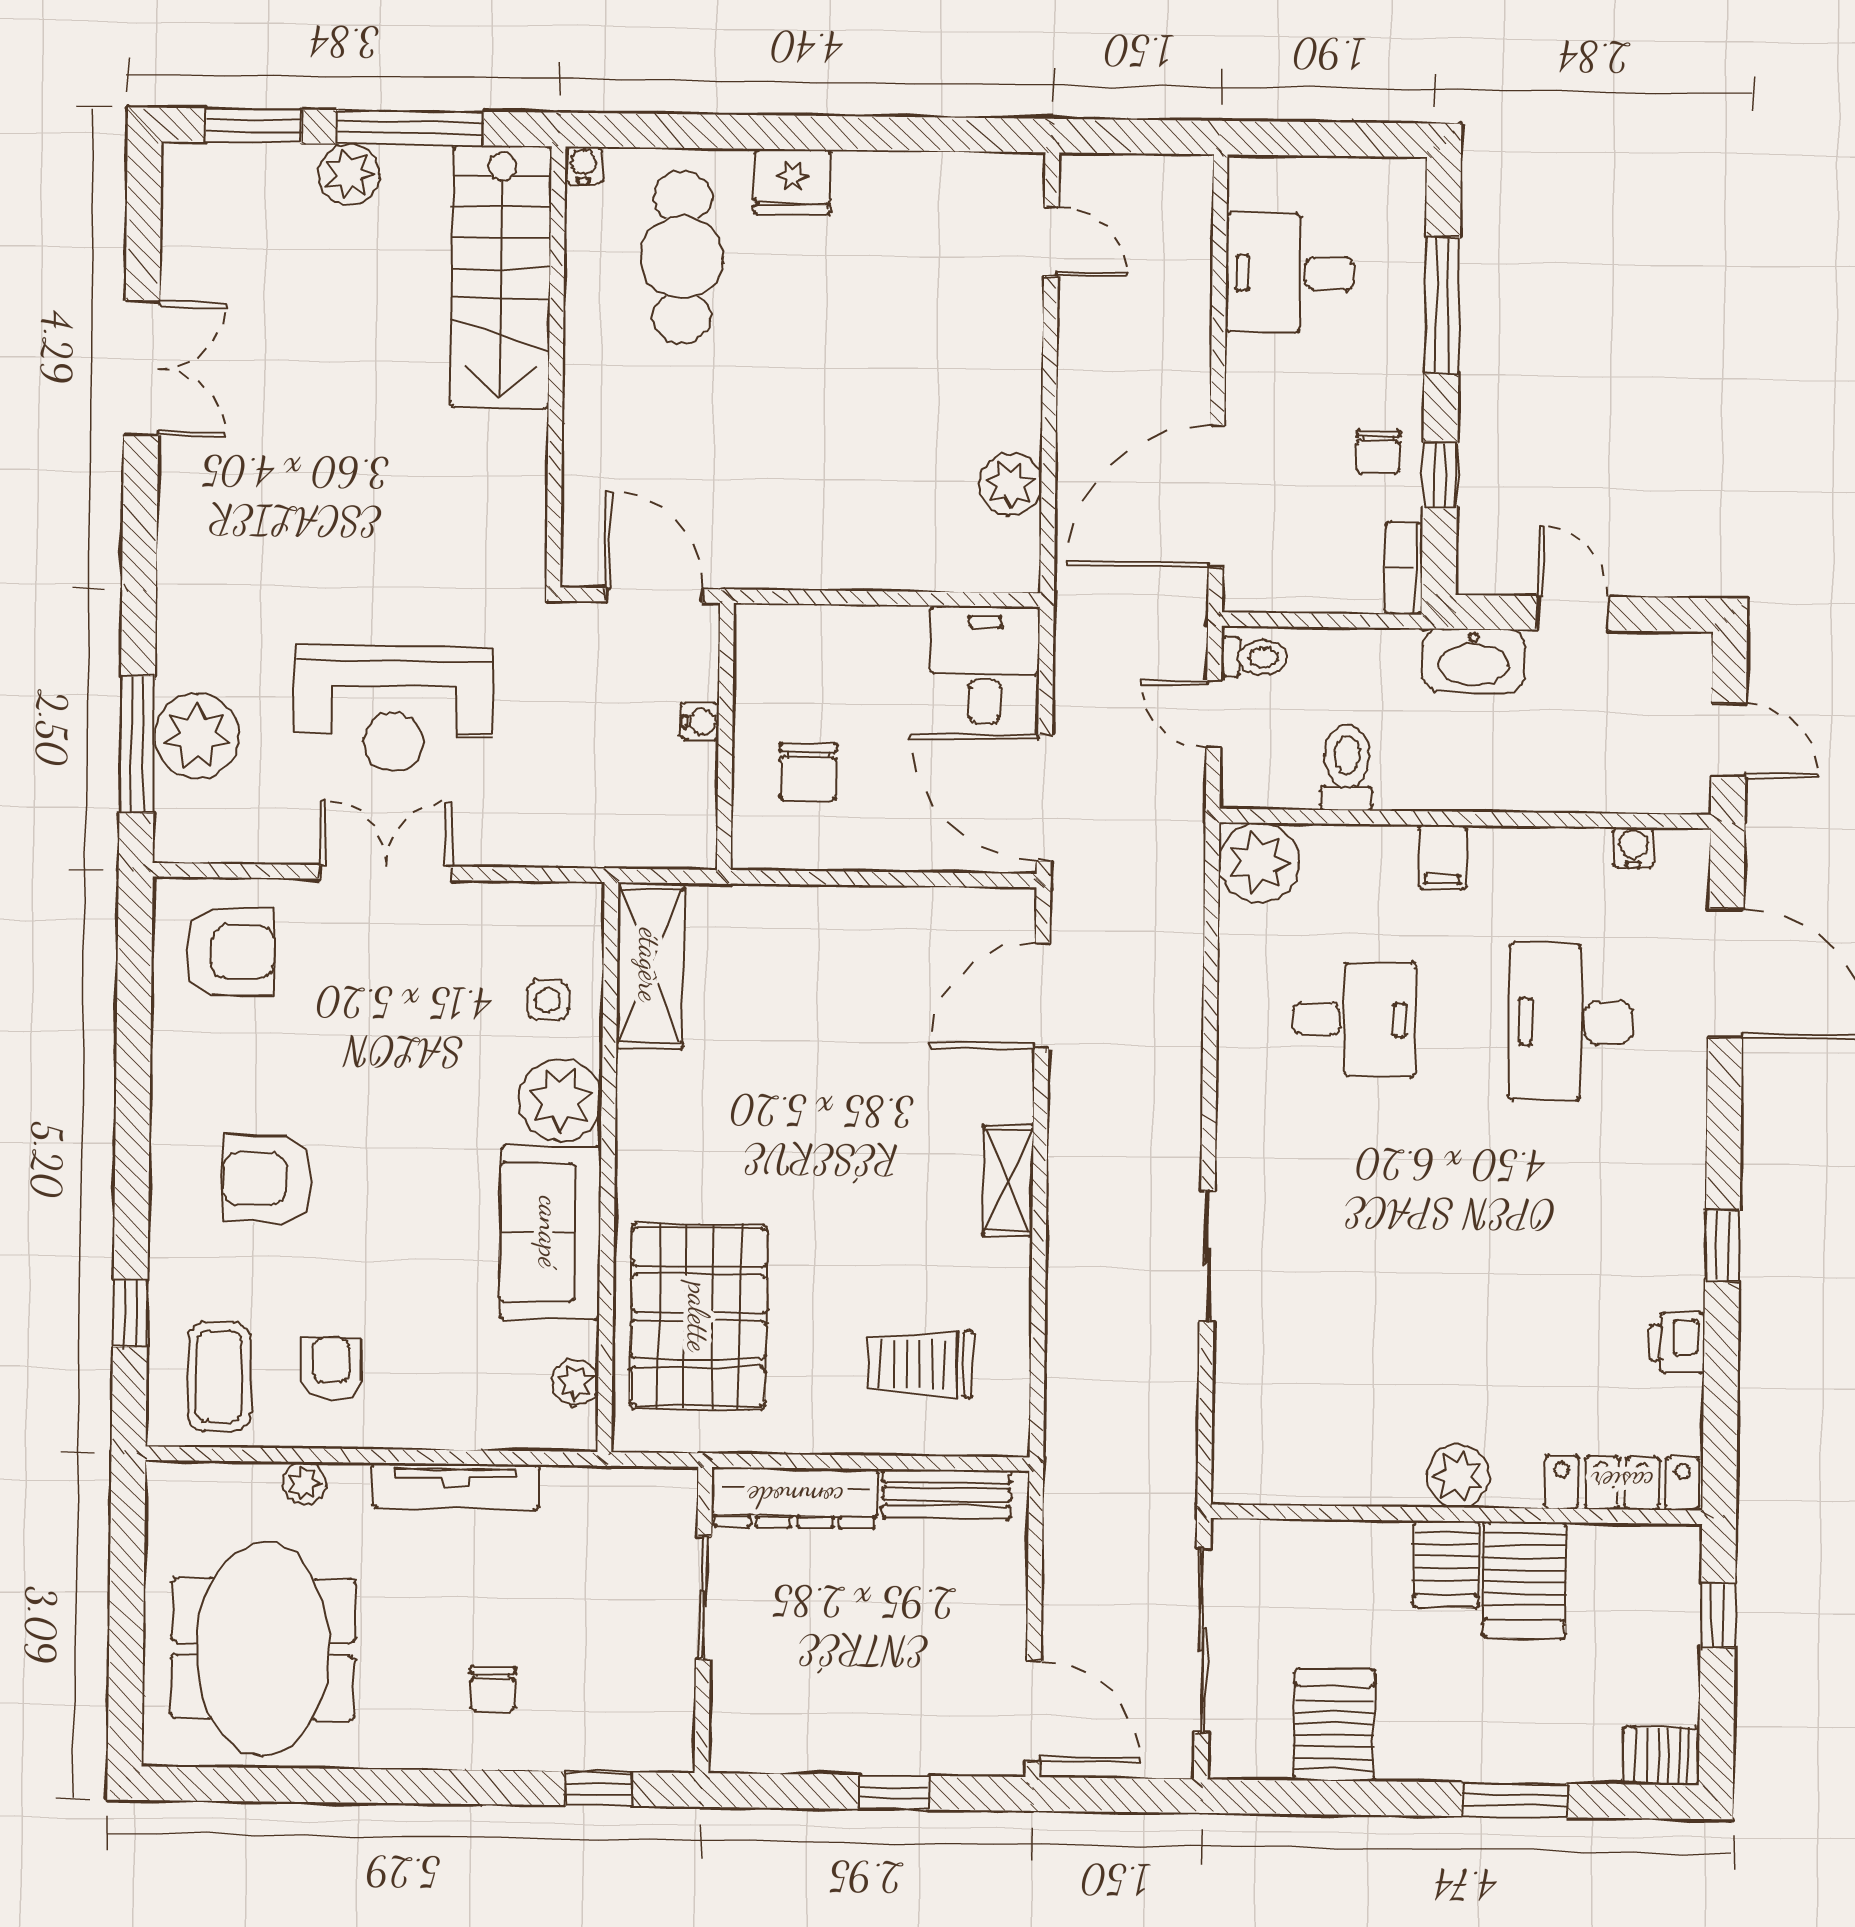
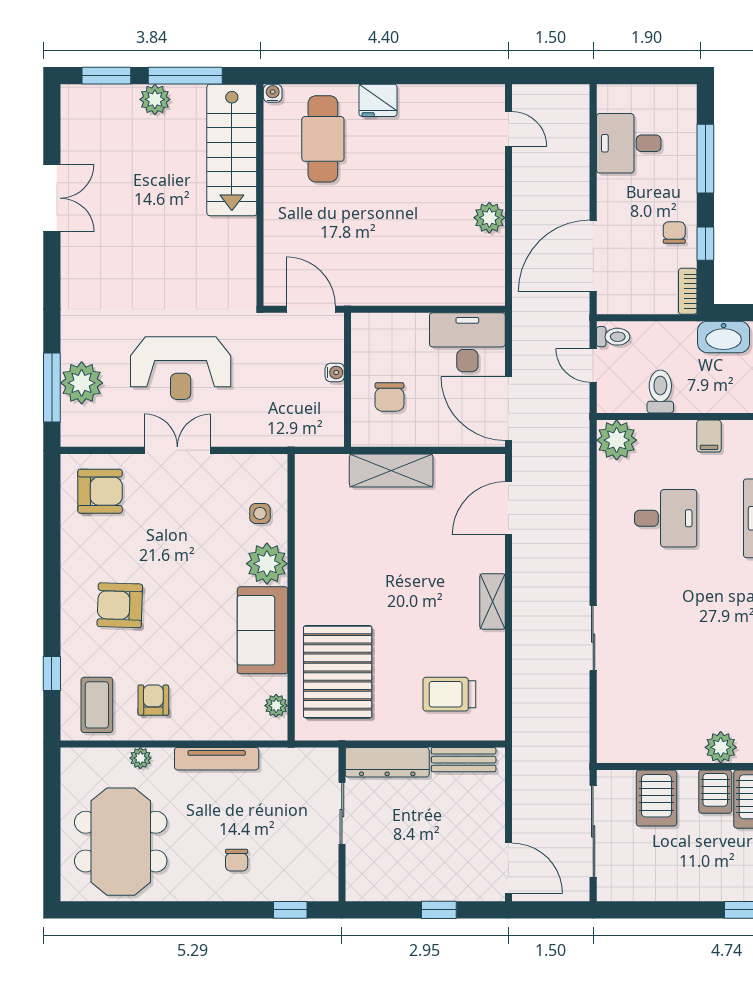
chair: (1378, 452) -> (674, 233), turned 180
plant: (1010, 484) -> (489, 218), moved
desk: (985, 665) -> (467, 342), width x1.37
shelving: (650, 965) -> (391, 470), moved, turned 90
server rack: (1334, 1725) -> (656, 798), moved, turned 180

